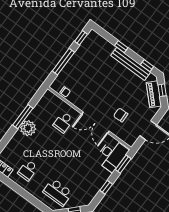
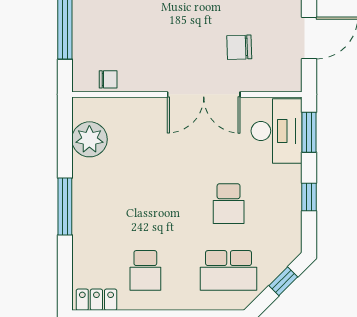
window: (23, 117) -> (65, 207), moved
school desk: (63, 122) -> (229, 204), moved
plant: (28, 128) -> (89, 139), moved

